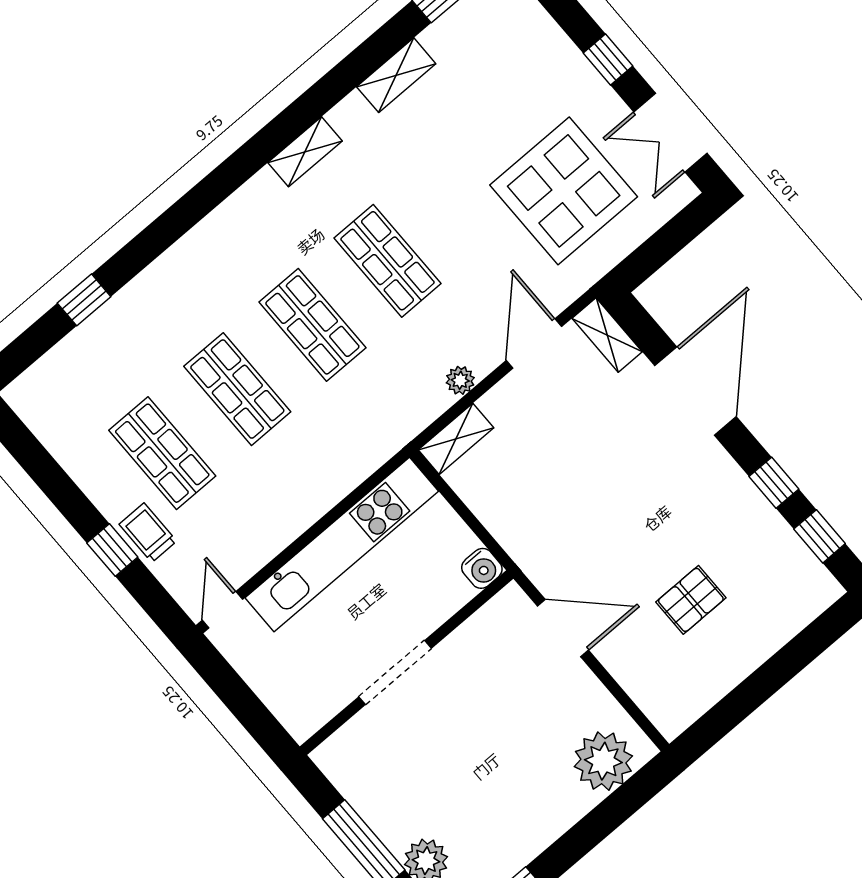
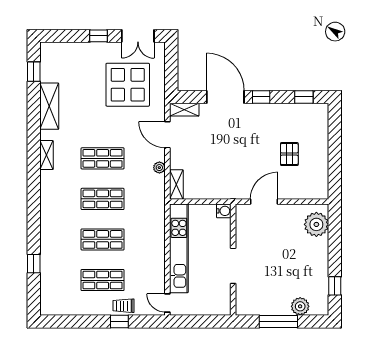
shelving: (396, 75) -> (49, 106), width x1.50, depth x1.33
window: (774, 483) -> (261, 97), moved

